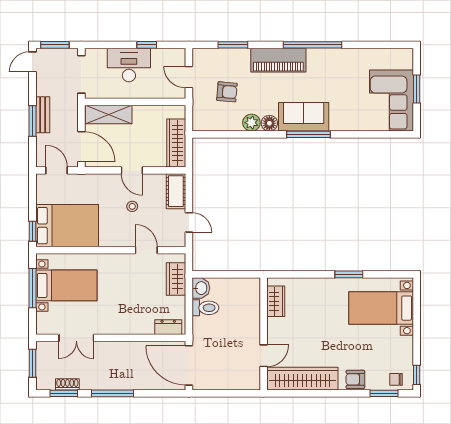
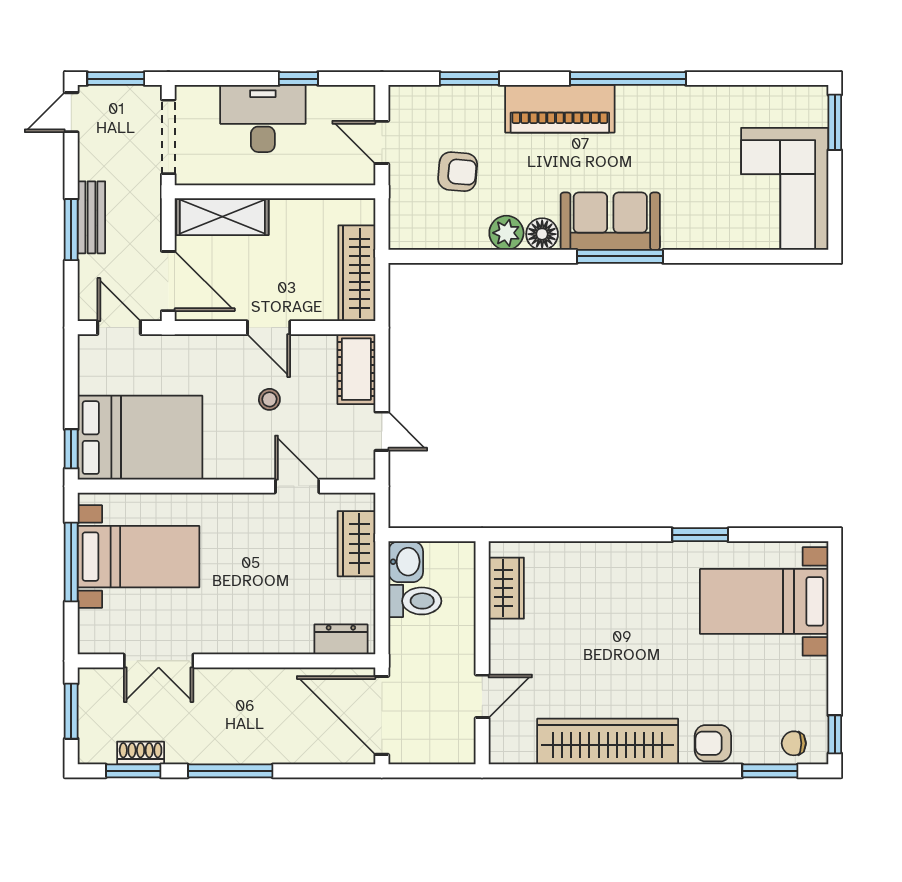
window: (417, 89) -> (835, 122), moved
wardrobe: (276, 301) -> (506, 588), moved
wall: (264, 334) -> (482, 653), moved
door: (264, 356) -> (482, 696), moved

